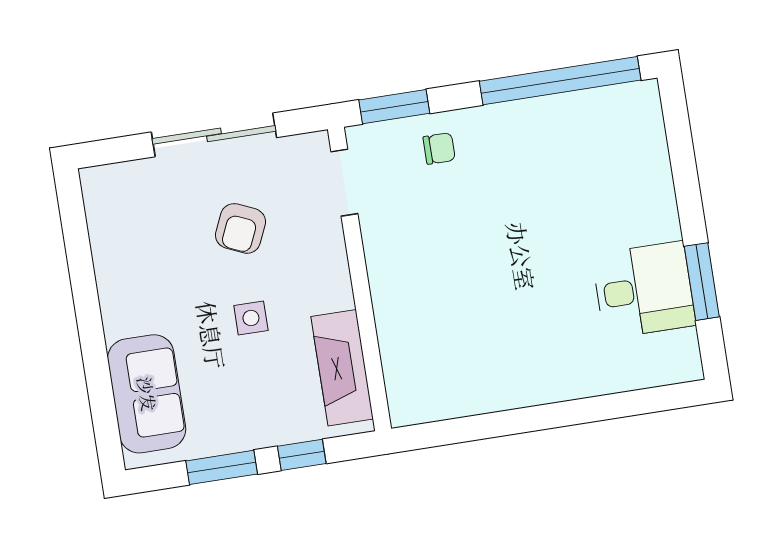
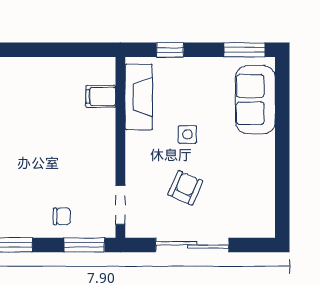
chair: (439, 148) -> (62, 216), turned 180
filing cabinet: (405, 359) -> (101, 96), added
window: (222, 467) -> (245, 50), moved

